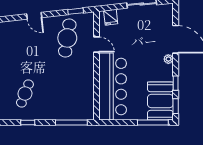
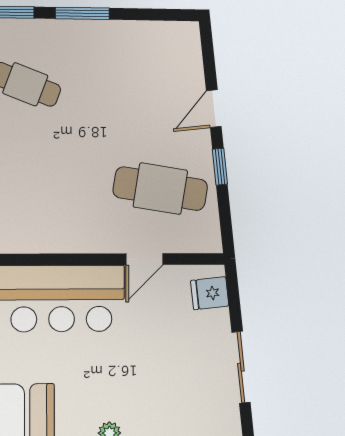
window: (76, 11) -> (220, 167), moved

